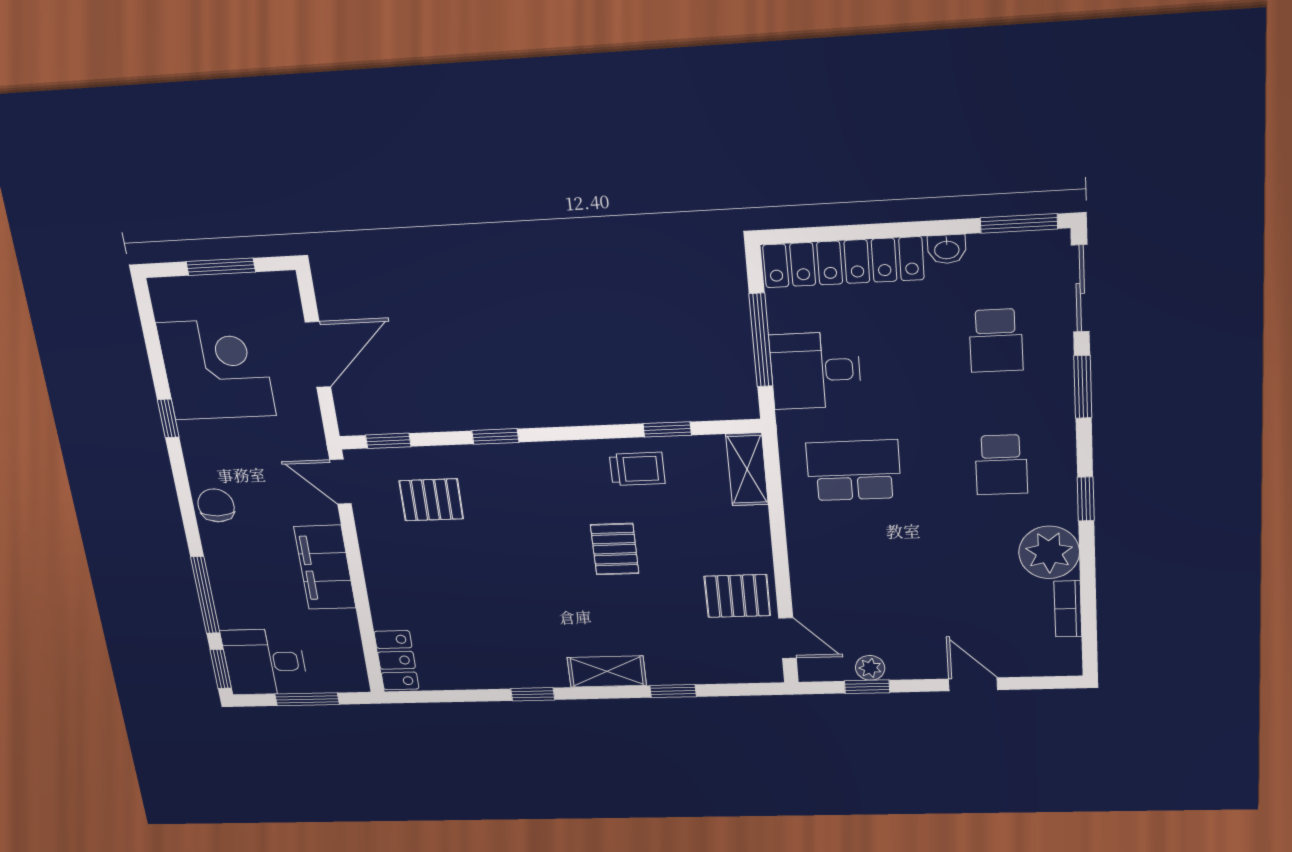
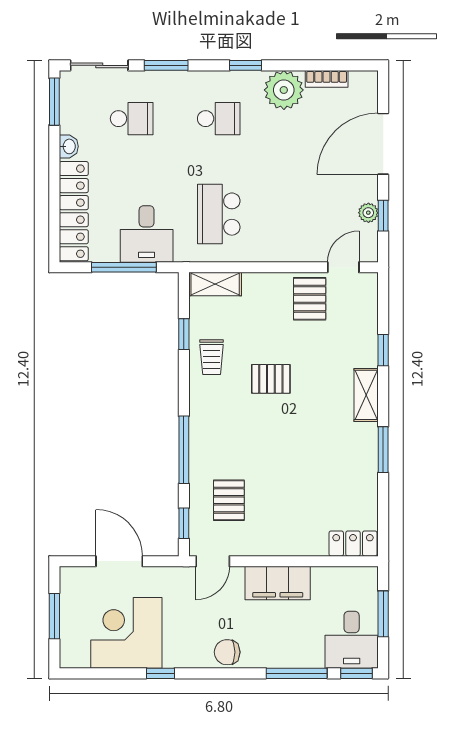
window: (495, 436) -> (184, 450), width x2.17
trolley: (637, 469) -> (212, 357), turned 180
door: (973, 684) -> (383, 144), width x1.87
window: (533, 694) -> (383, 450), width x1.50

